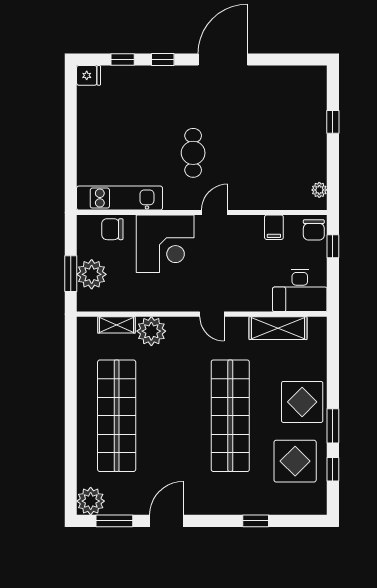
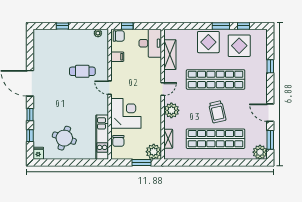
round table: (118, 125) -> (64, 138), added
cafe table: (193, 153) -> (82, 71), moved
plant: (92, 274) -> (154, 152), moved
plant: (151, 331) -> (171, 110), moved
trolley: (168, 419) -> (217, 112), added

